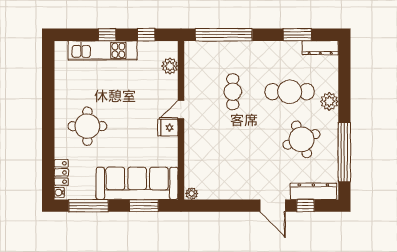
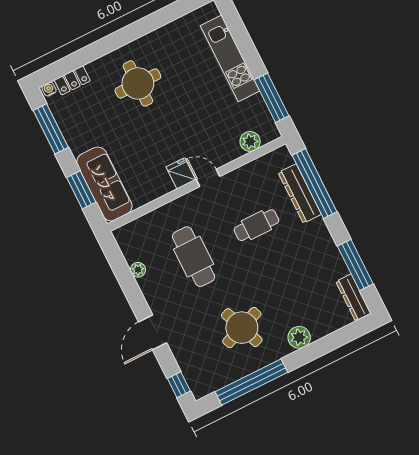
window: (107, 35) -> (250, 55), removed
window: (146, 35) -> (272, 98), width x2.17
window: (297, 35) -> (355, 265), width x1.44
cafe table: (290, 92) -> (194, 257), moved
sofa: (137, 183) -> (104, 184), width x0.74, depth x0.79
dresser: (313, 191) -> (300, 194), moved, turned 180
plant: (192, 194) -> (138, 270), moved
window: (305, 206) -> (179, 385), moved

